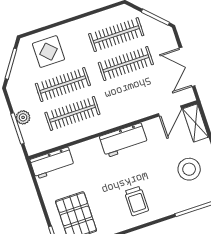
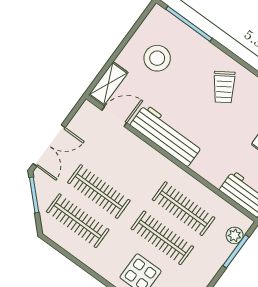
double door: (187, 67) -> (49, 146), moved
plant: (23, 117) -> (235, 235), moved
workbench: (124, 140) -> (166, 135), width x1.37
trolley: (136, 201) -> (224, 87), turned 147

